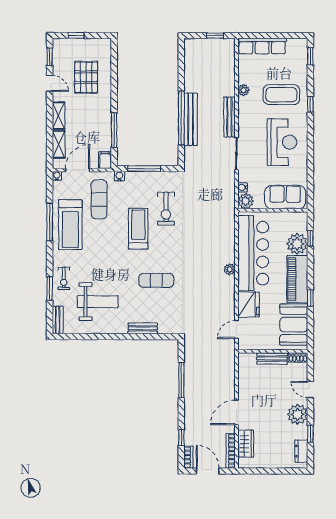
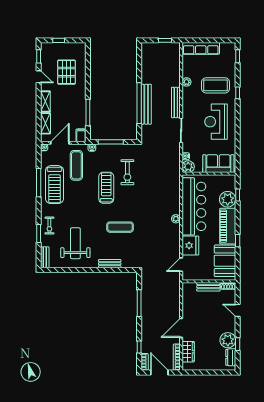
reception desk: (282, 142) -> (216, 122), turned 180
weight bench: (98, 302) -> (75, 243), turned -90
plant: (297, 414) -> (228, 340), moved

